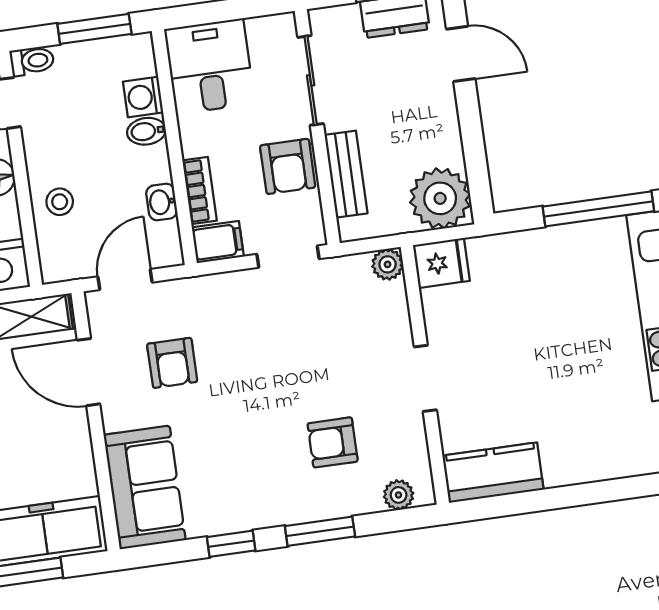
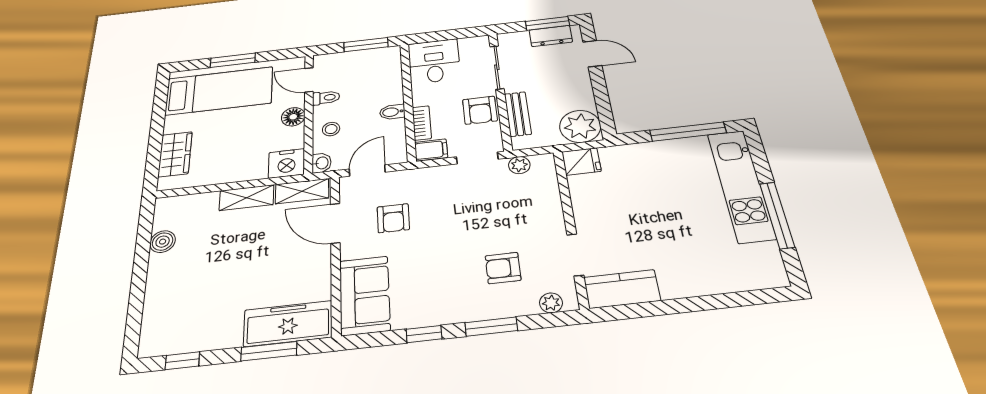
toilet: (32, 61) -> (326, 98), moved
washing machine: (143, 97) -> (391, 76), removed
bidet: (146, 131) -> (392, 112), moved
washbasin: (162, 202) -> (322, 163), moved, turned 180
plant: (388, 264) -> (519, 165), moved
doorway: (425, 378) -> (575, 255), moved

